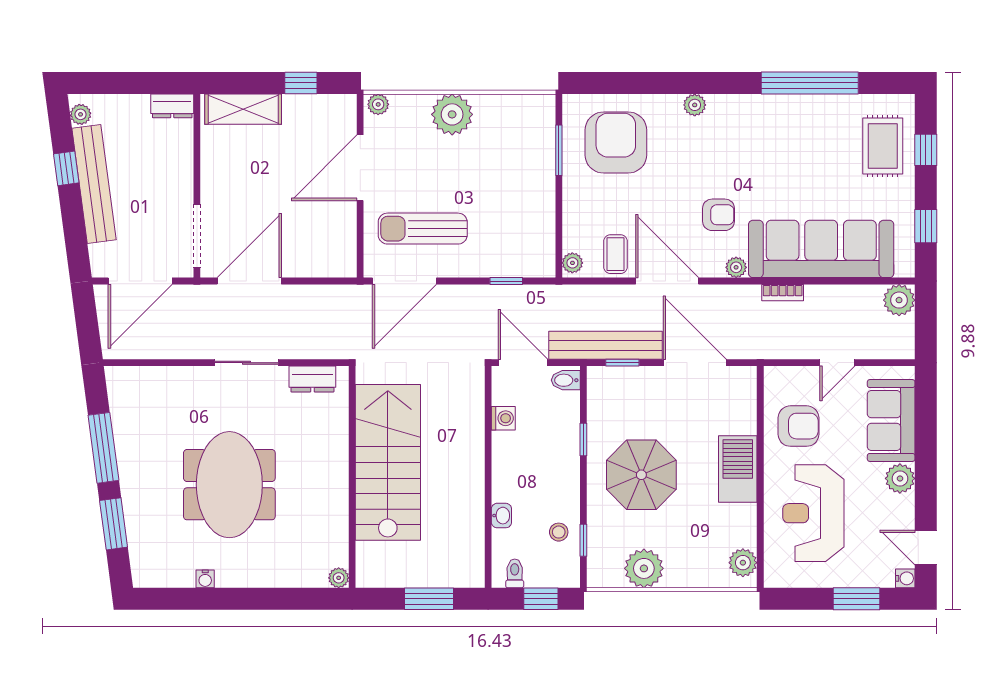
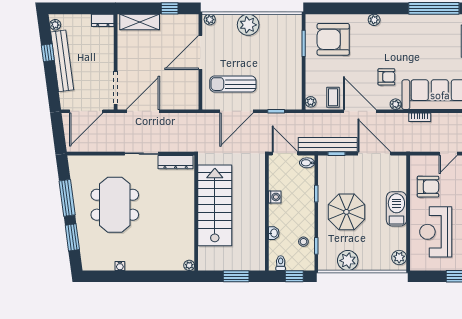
armchair: (616, 142) -> (333, 39), turned -90
door: (404, 281) -> (236, 111), moved
dresser: (312, 379) -> (176, 162), width x1.44
washing machine: (503, 418) -> (275, 197), moved
meeting table: (229, 485) -> (115, 205), moved

